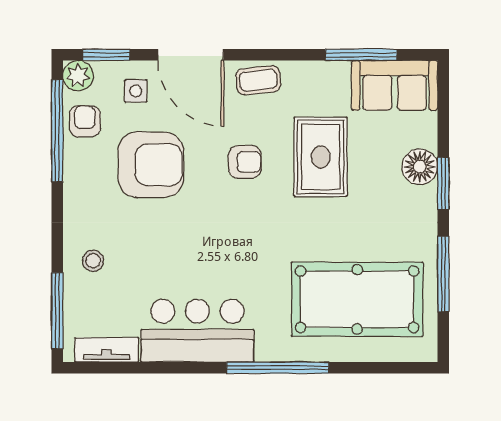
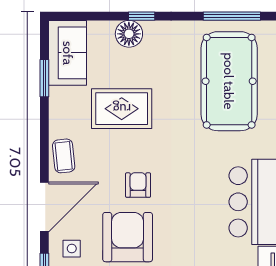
window: (361, 55) -> (44, 78), width x0.69
armchair: (245, 162) -> (138, 185), moved
window: (443, 183) -> (142, 16), width x0.67
window: (443, 274) -> (232, 16), moved

